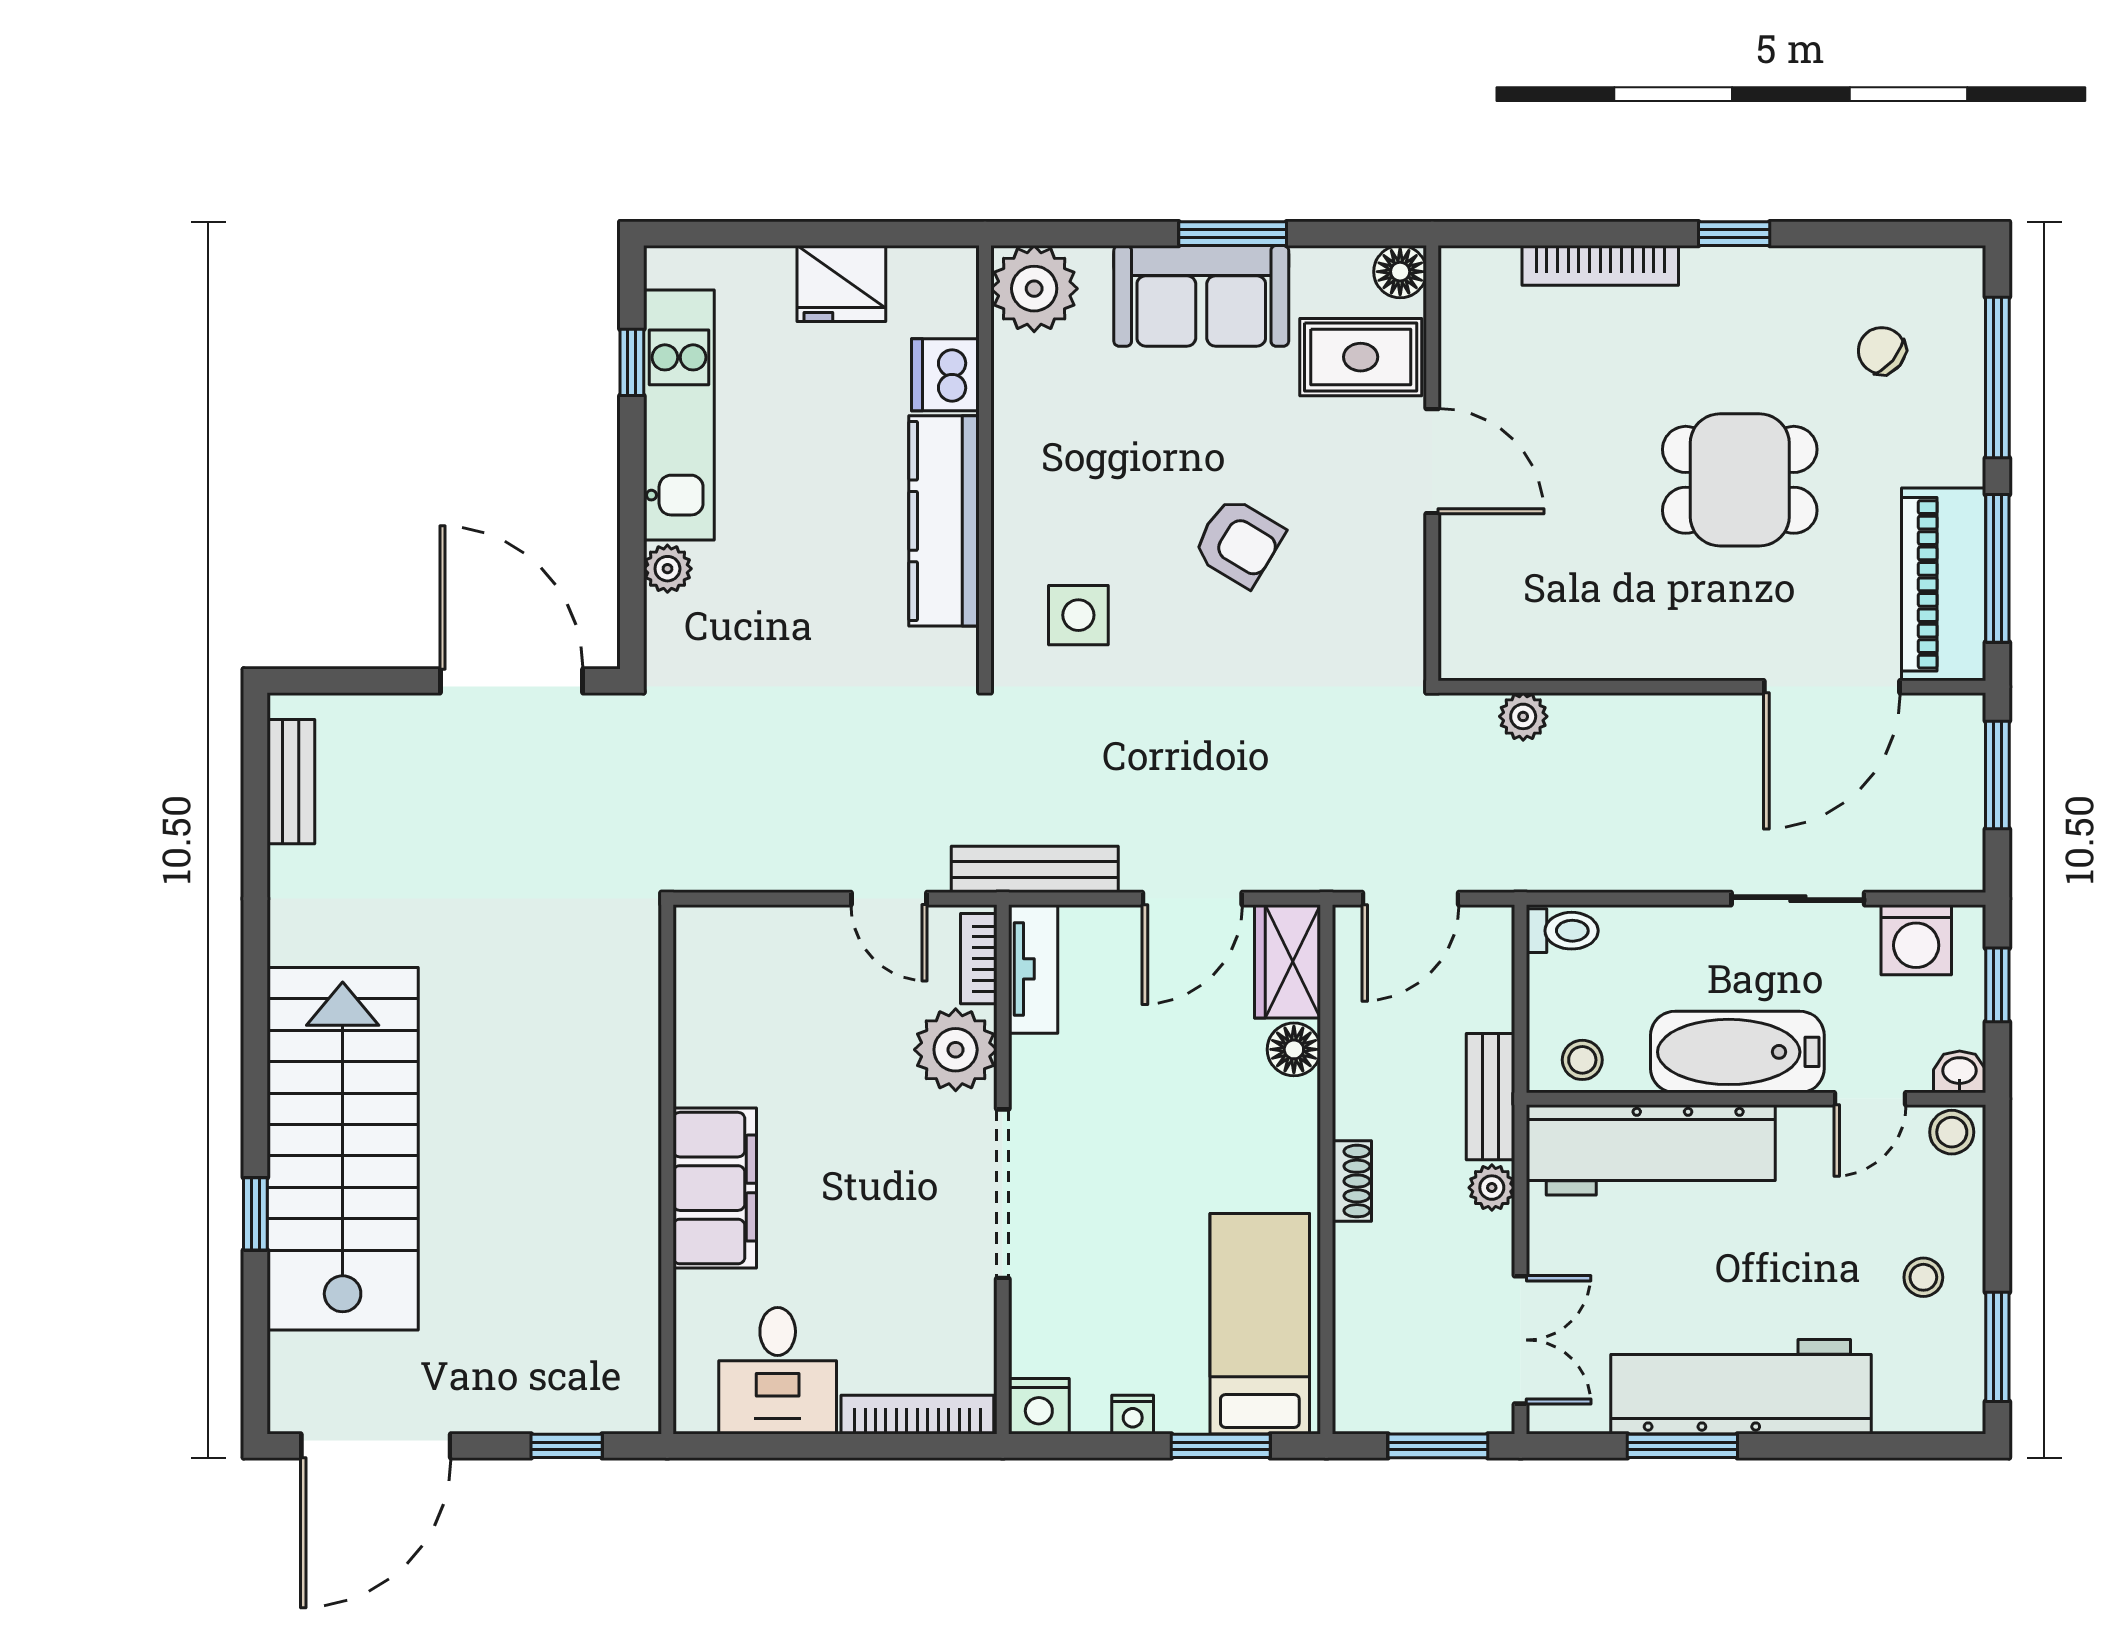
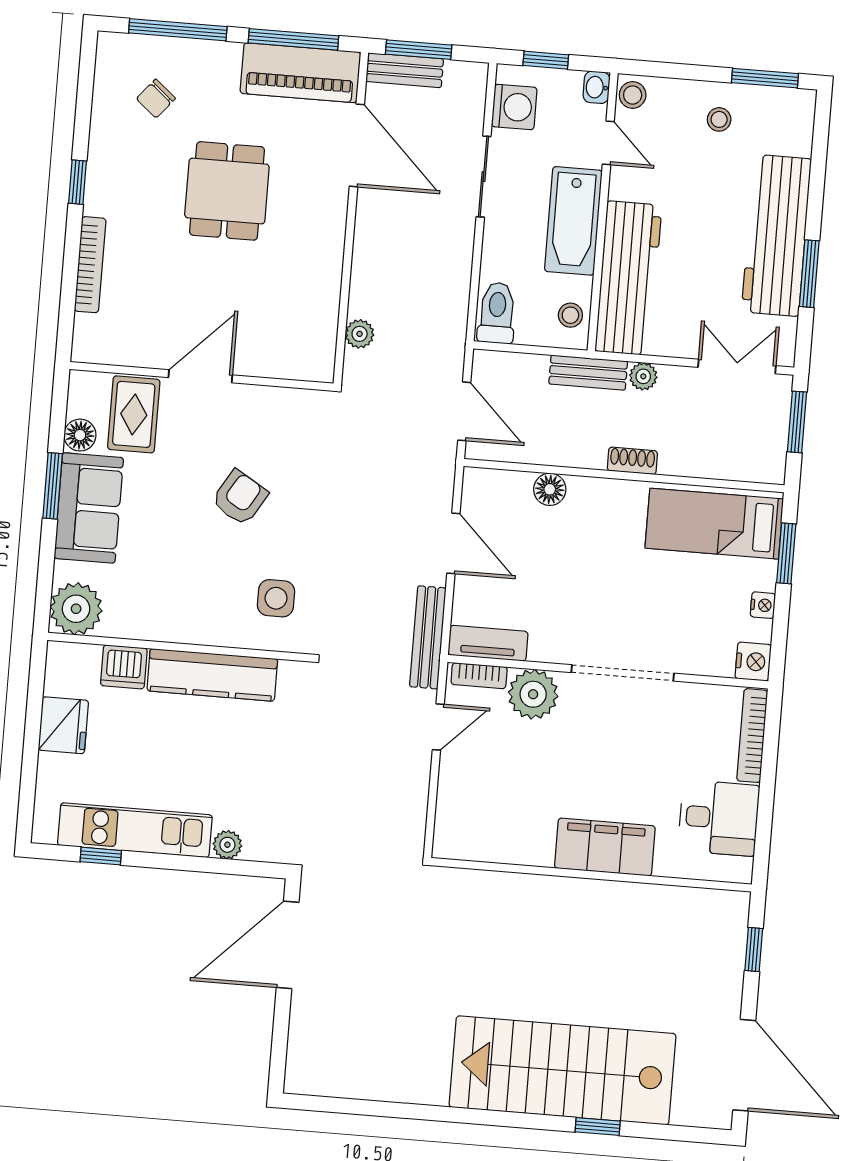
floor lamp: (1400, 272) -> (80, 435), moved
bench: (291, 782) -> (405, 70), moved
toilet: (1562, 931) -> (497, 313), width x1.37, depth x1.39
wardrobe: (1288, 961) -> (496, 489), removed

